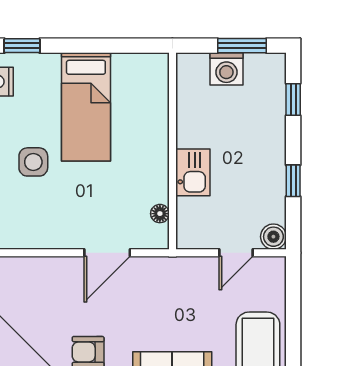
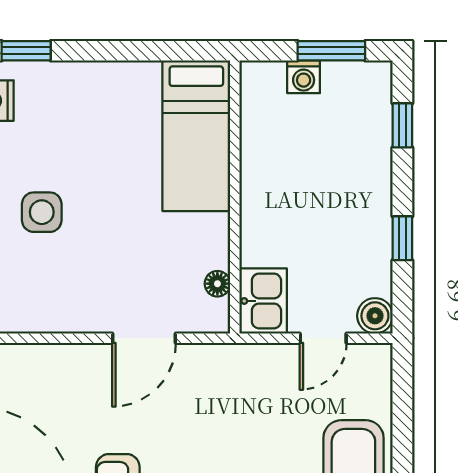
washing machine: (226, 69) -> (304, 77), width x0.73, depth x0.73
bed: (86, 107) -> (196, 136), moved
kitchen sink: (193, 172) -> (263, 301), moved

